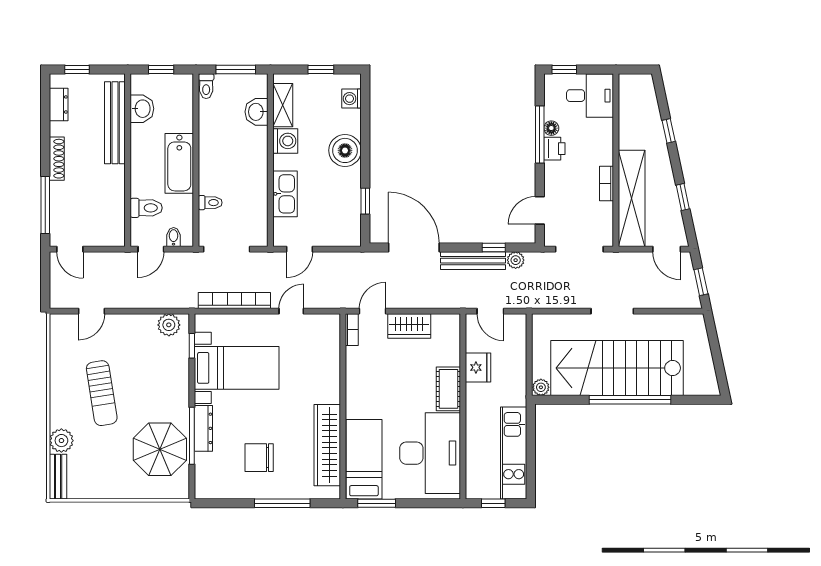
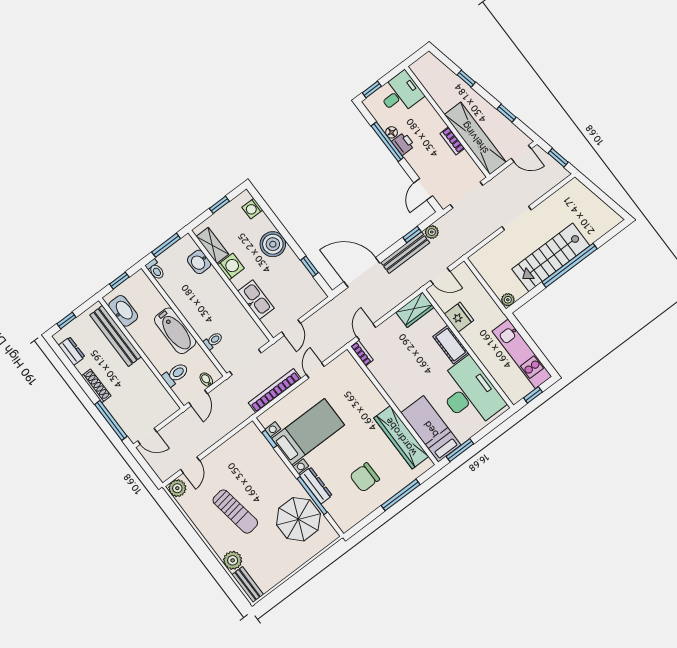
washbasin: (142, 109) -> (123, 311), width x1.38
plant: (169, 325) -> (177, 488), moved
wardrobe: (409, 326) -> (415, 310), moved
stairs: (617, 368) -> (551, 257), width x0.73, depth x0.66

